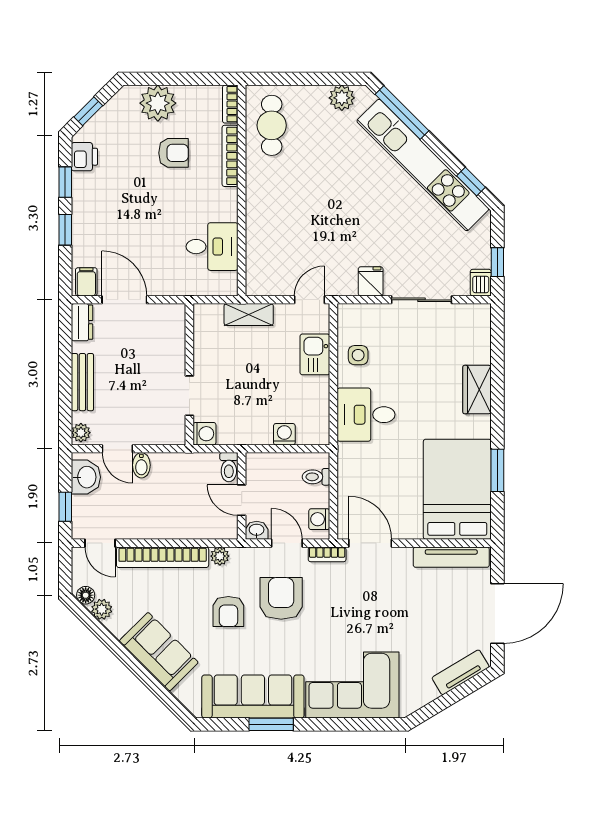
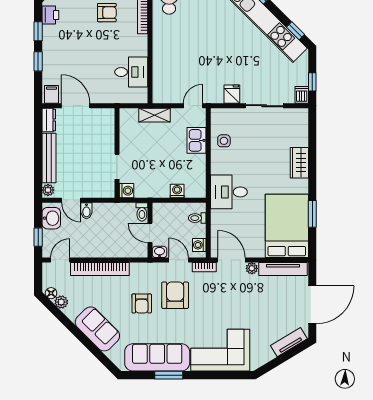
bench: (82, 382) -> (49, 158), width x1.36
desk: (366, 415) -> (229, 192), moved
door: (100, 543) -> (60, 260), swing flipped
plant: (220, 556) -> (252, 268), moved

